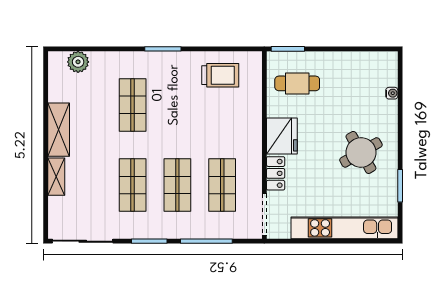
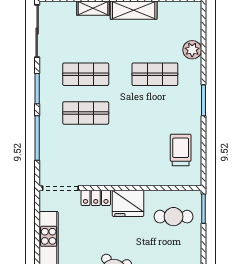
plant: (78, 62) -> (192, 50), moved
trolley: (220, 75) -> (181, 150), turned 180
cafe table: (297, 83) -> (174, 217), turned 90
shop shelf: (222, 185) -> (86, 152), removed

